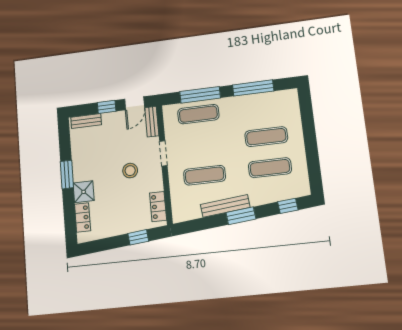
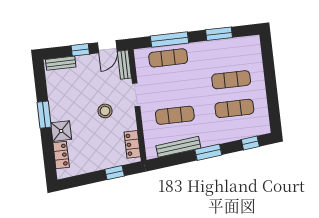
window: (253, 88) -> (219, 34), width x0.69
bench: (225, 206) -> (178, 147), moved

